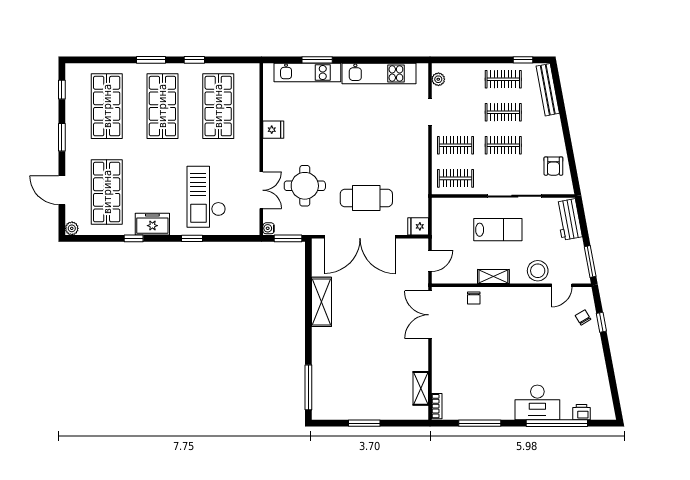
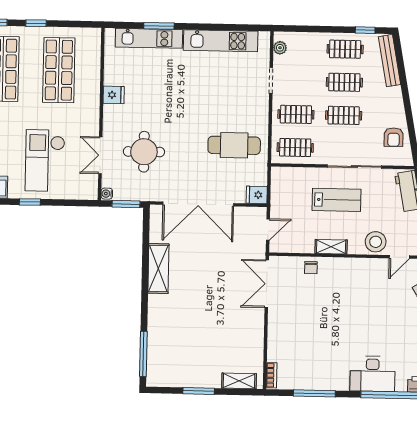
double door: (261, 190) -> (100, 155), swing flipped
cafe table: (366, 198) -> (234, 145), moved
shelving: (421, 388) -> (239, 381), moved, turned 90

